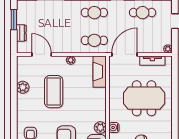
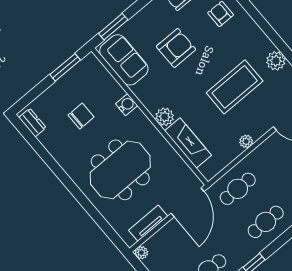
fireplace: (100, 72) -> (188, 143), moved
coffee table: (54, 92) -> (235, 87), turned 90
plant: (100, 128) -> (165, 117), moved

